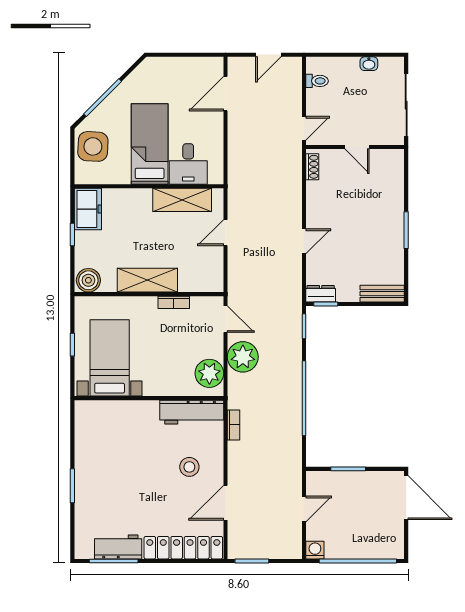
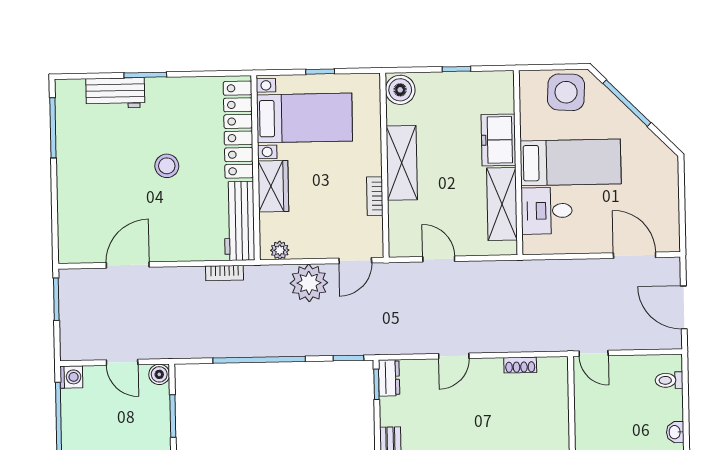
door: (268, 55) -> (684, 307), width x1.38
toilet: (317, 81) -> (669, 380), moved, turned 90
door: (357, 147) -> (572, 419), removed
shoe rack: (312, 167) -> (520, 365), moved
freezer: (88, 209) -> (498, 140), moved, turned 90
door: (226, 233) -> (439, 259), moved
door: (304, 241) -> (454, 356), hinge flipped
plant: (209, 373) -> (280, 250), width x0.53, depth x0.53
wardrobe: (164, 384) -> (273, 186), added
stool: (189, 467) -> (167, 166), moved
boiler: (314, 479) -> (159, 374), added
door: (226, 503) -> (128, 265), hinge flipped
workbench: (118, 547) -> (115, 93), moved, turned 90
locker: (183, 548) -> (238, 130), moved, turned 180

